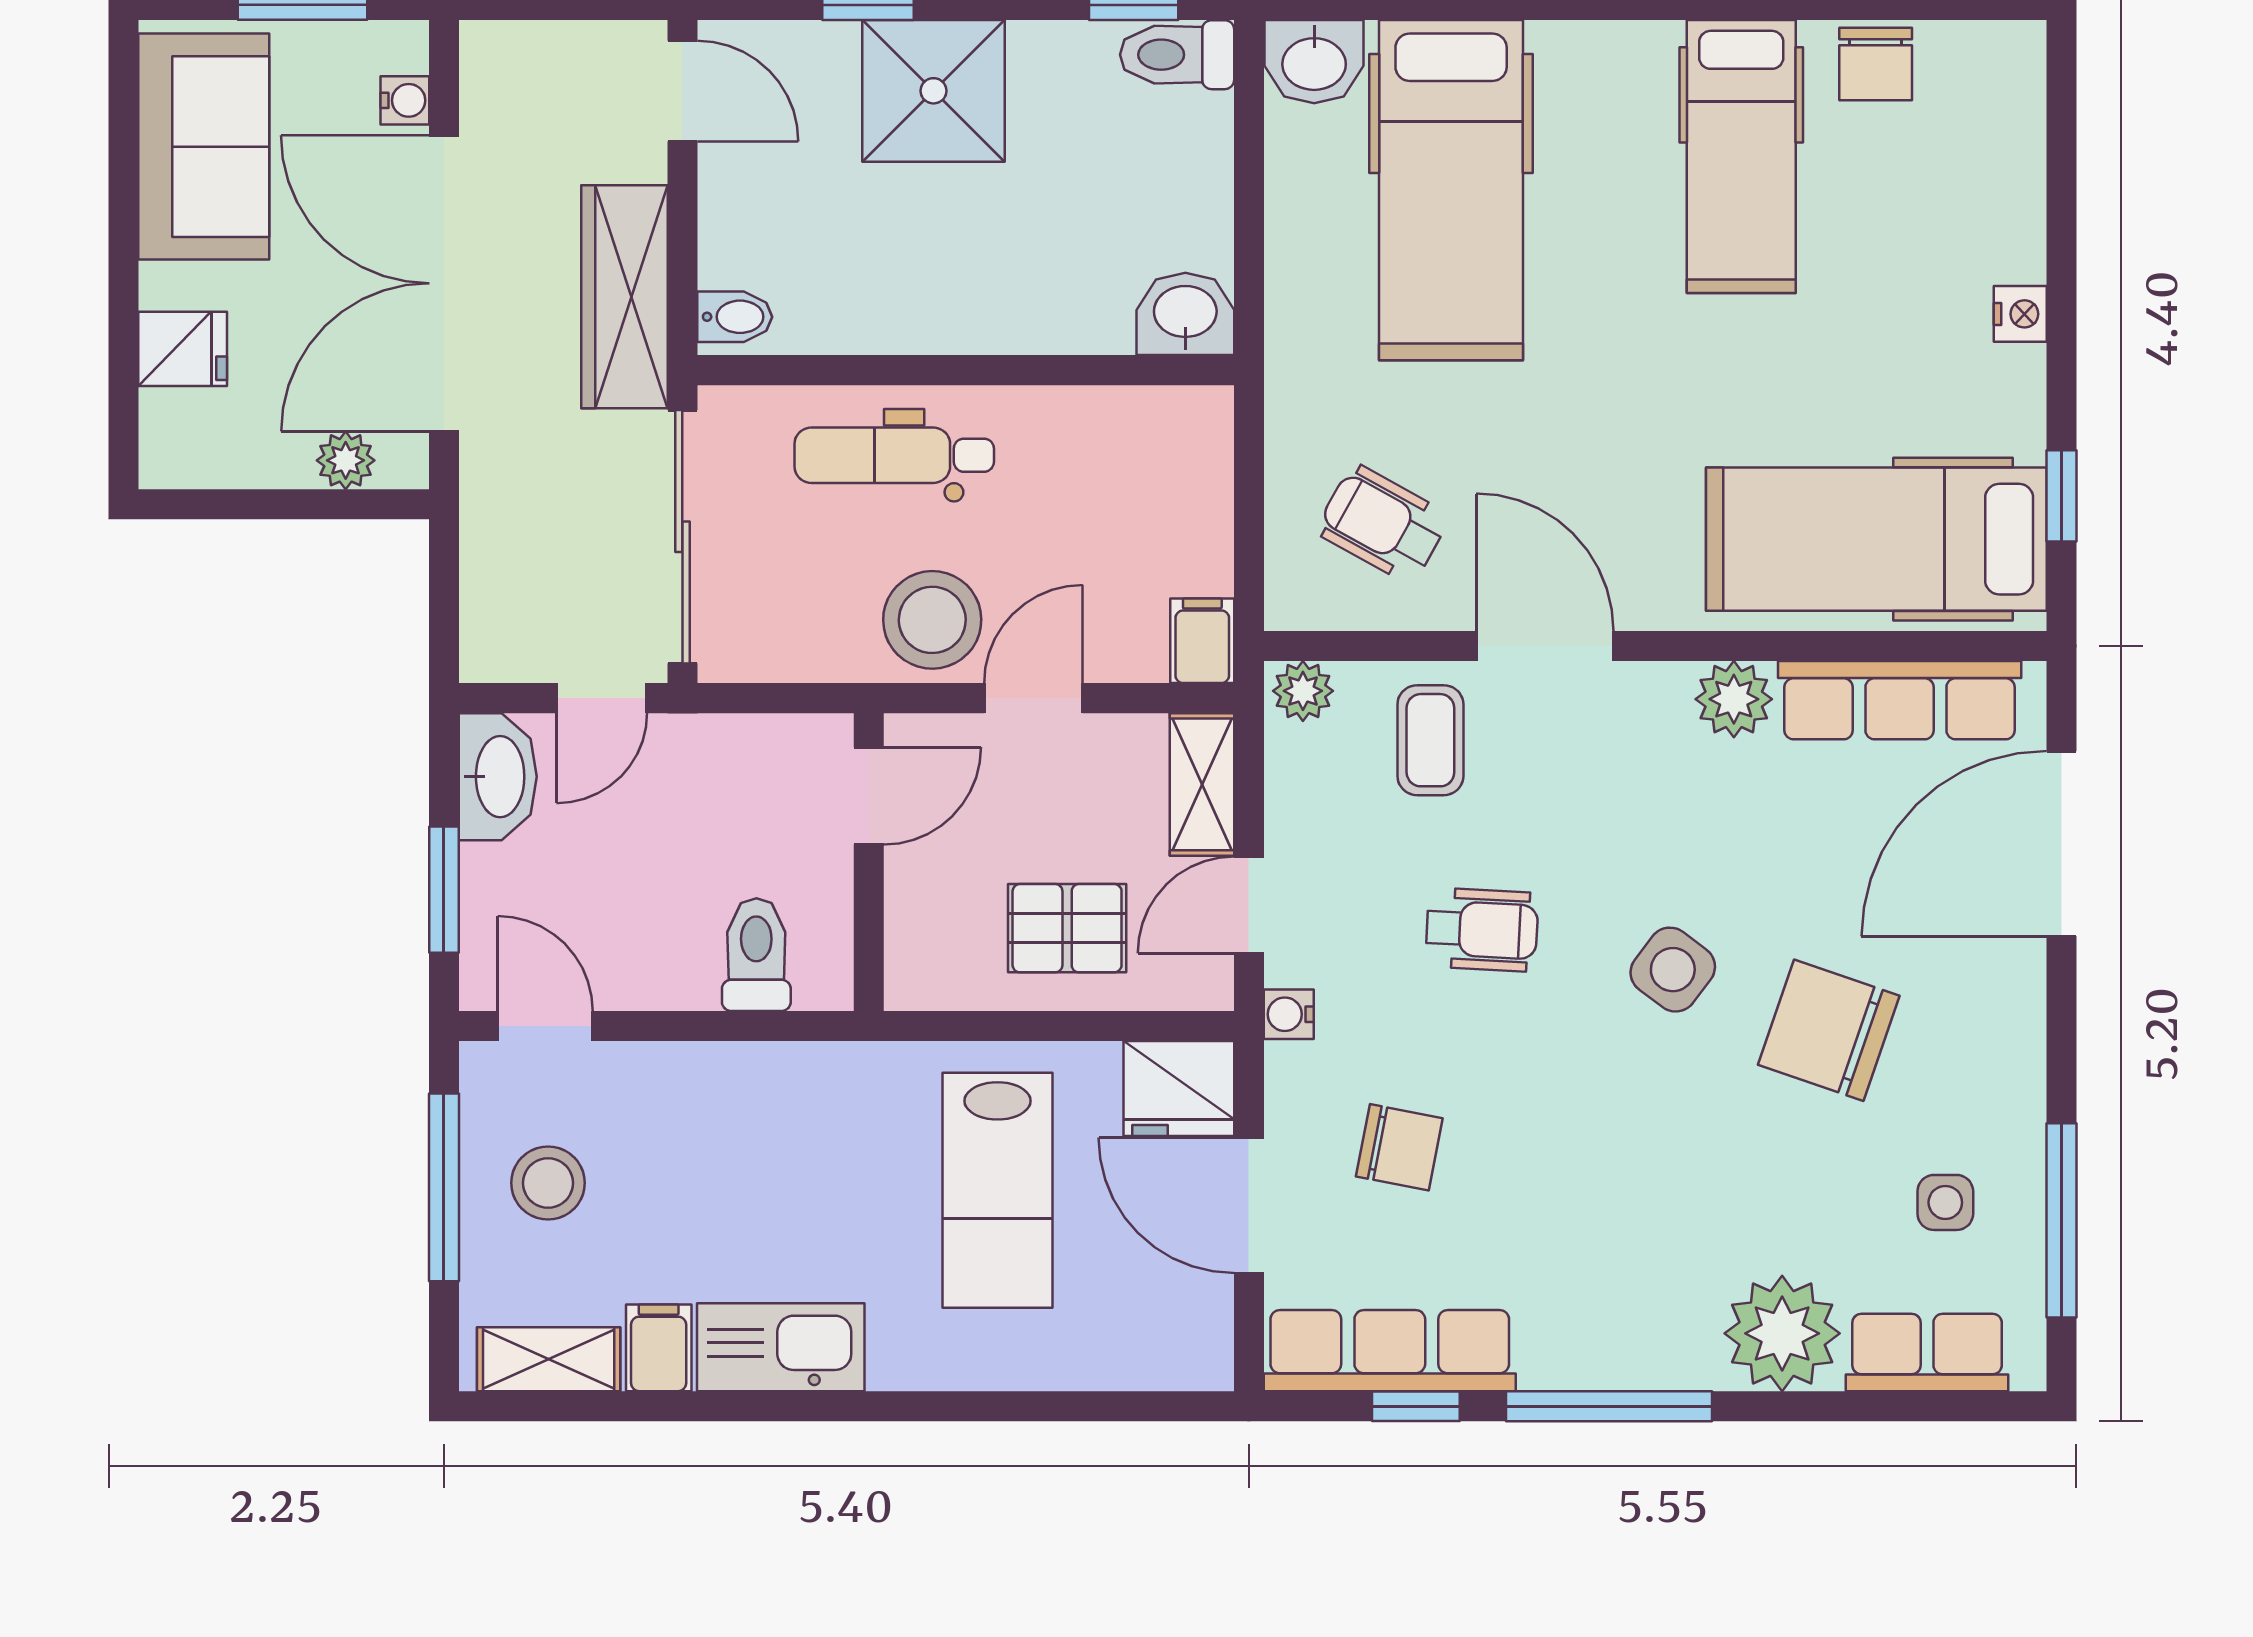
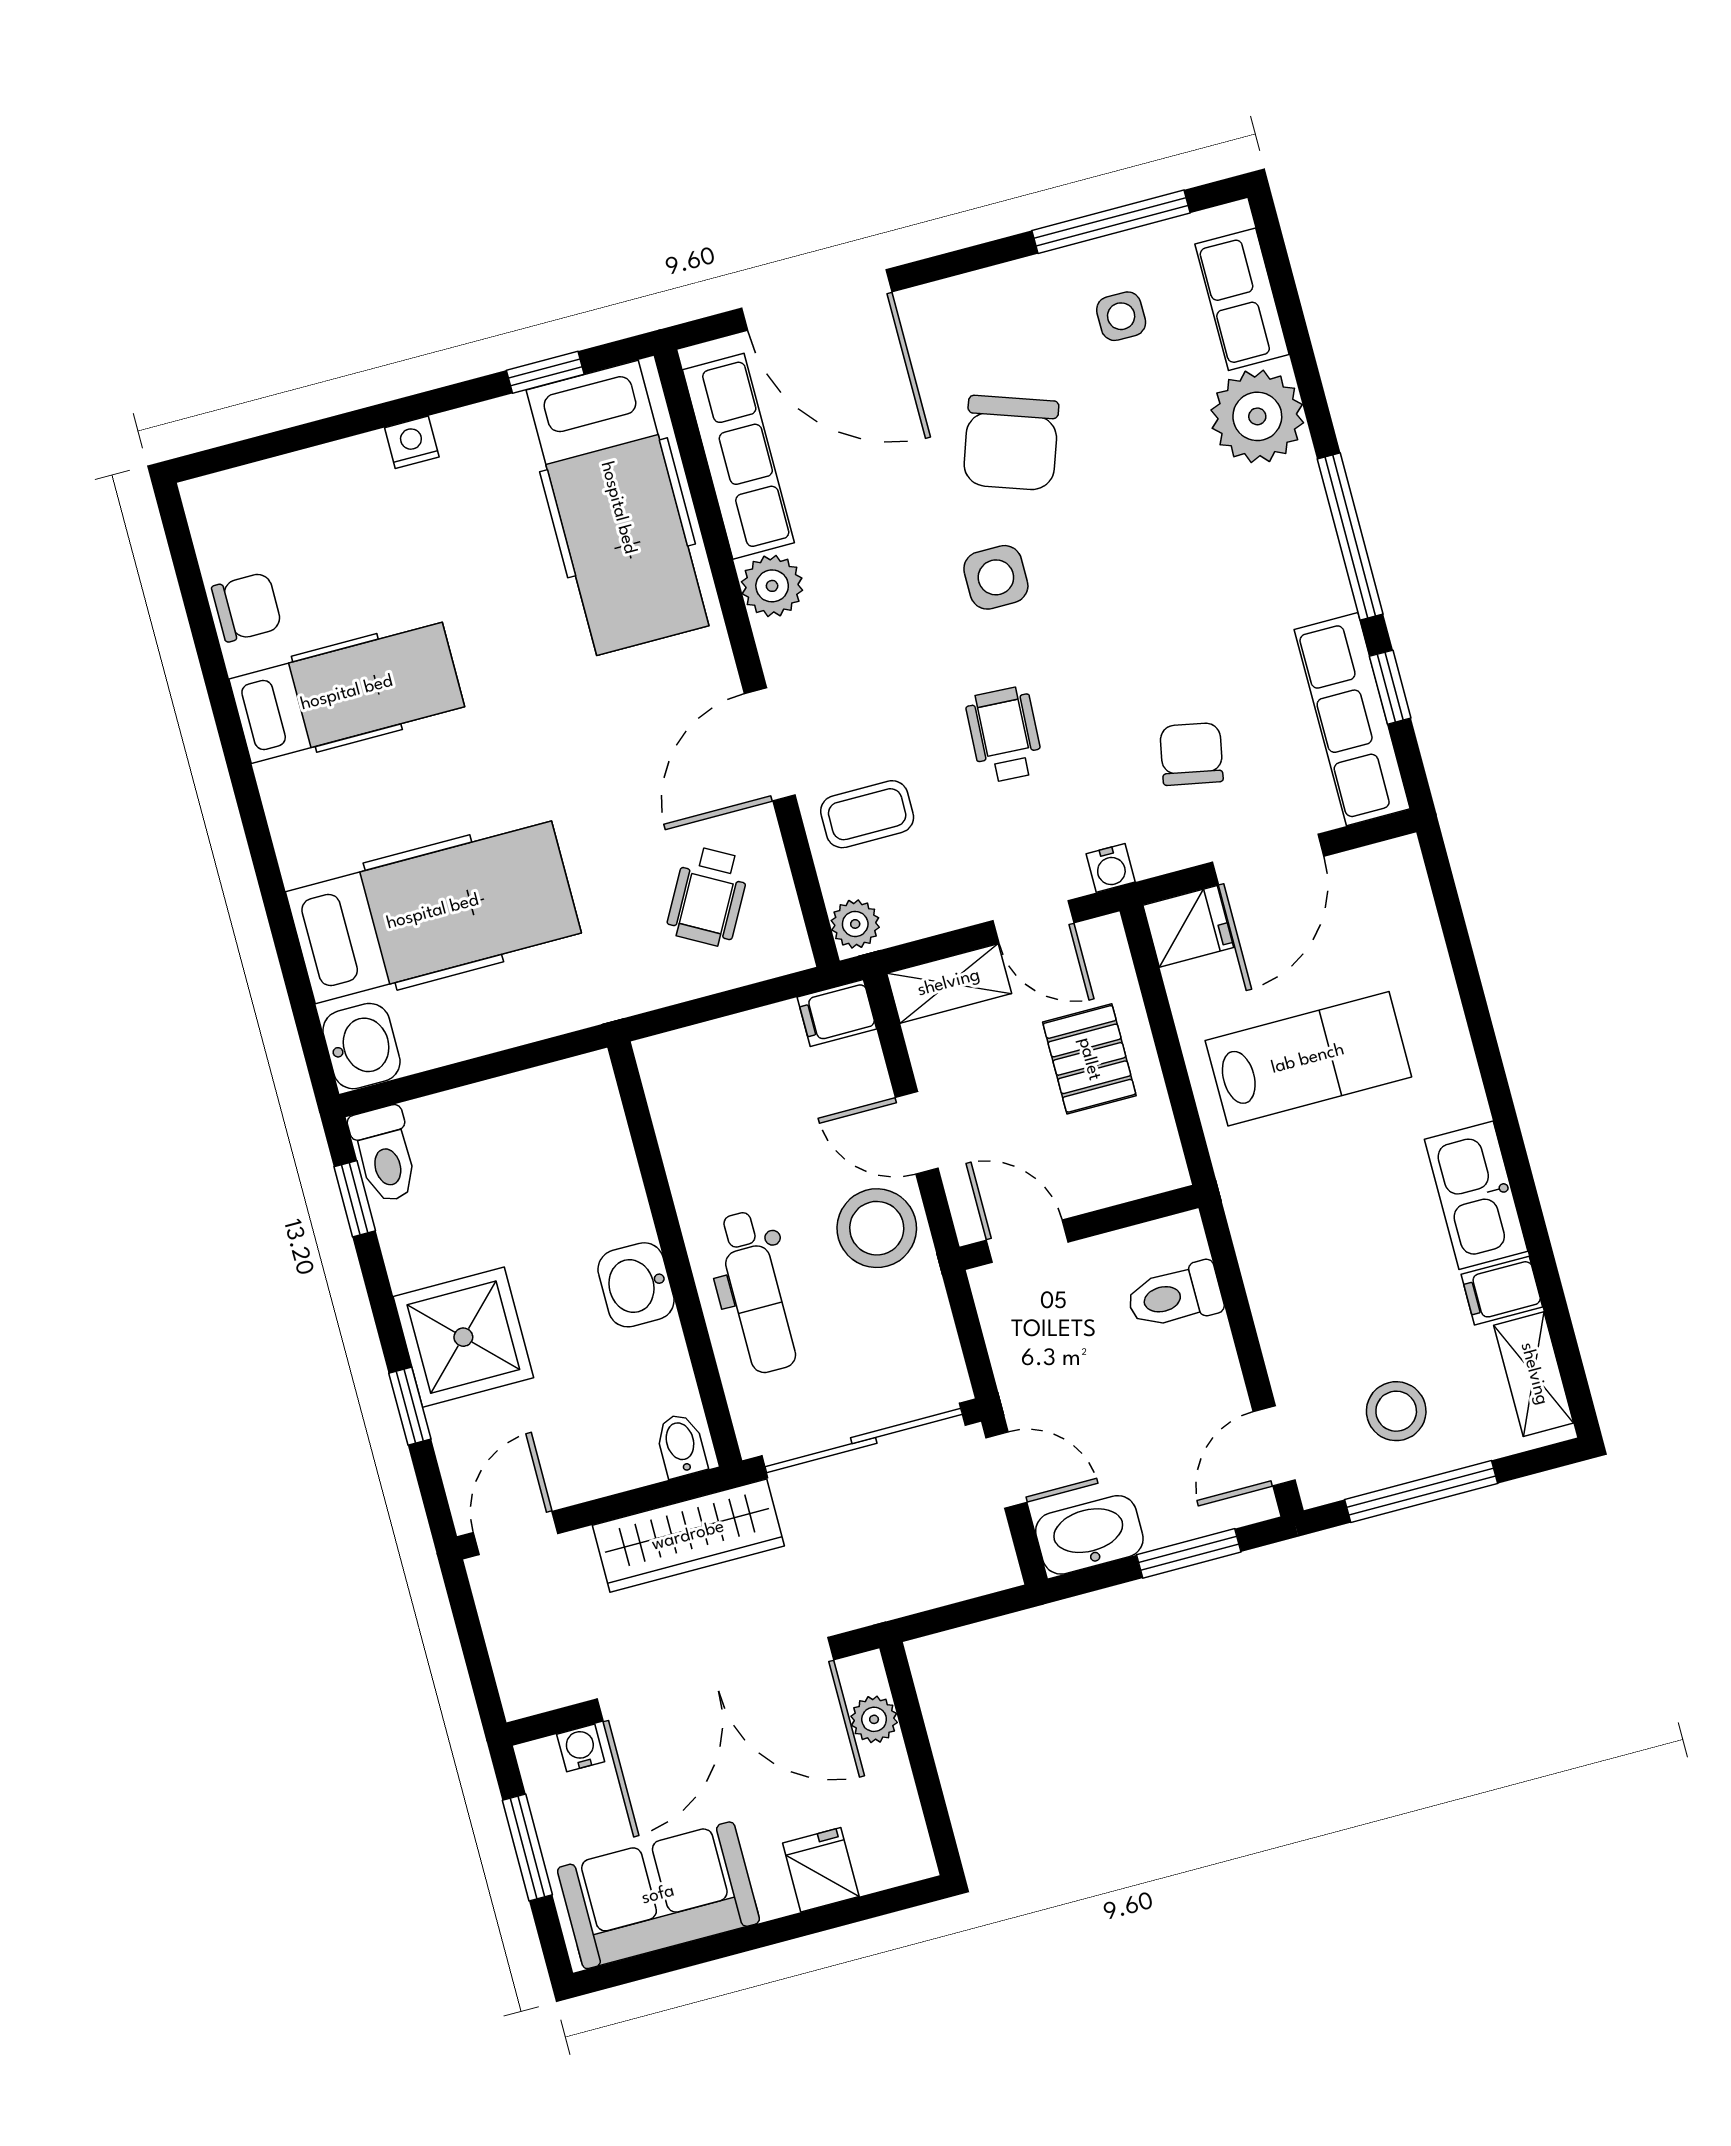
washbasin: (1185, 314) -> (636, 1285), moved
side table: (1673, 970) -> (996, 577), turned -37
fridge: (1179, 1089) -> (1188, 926), width x0.72

